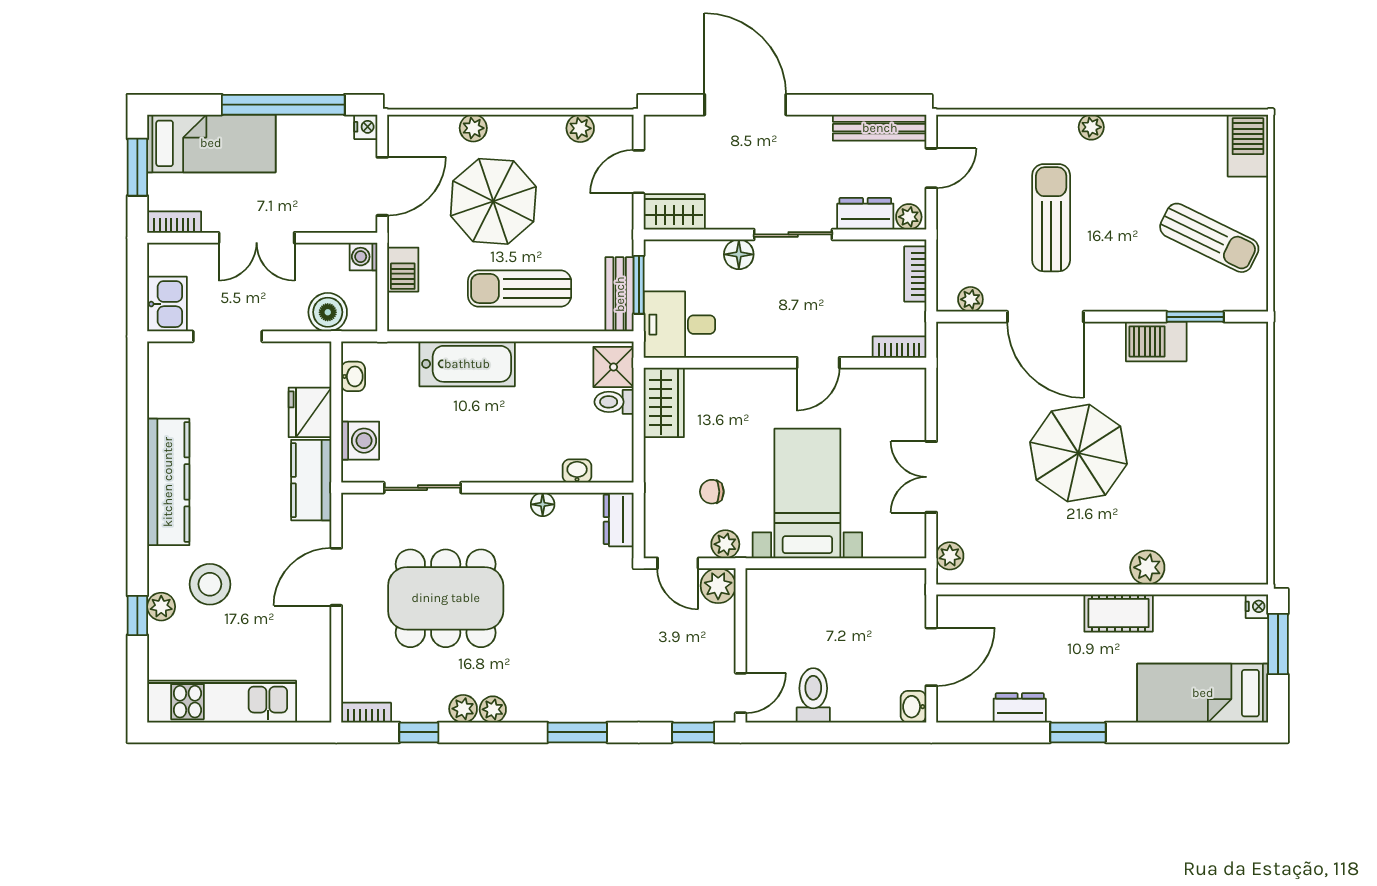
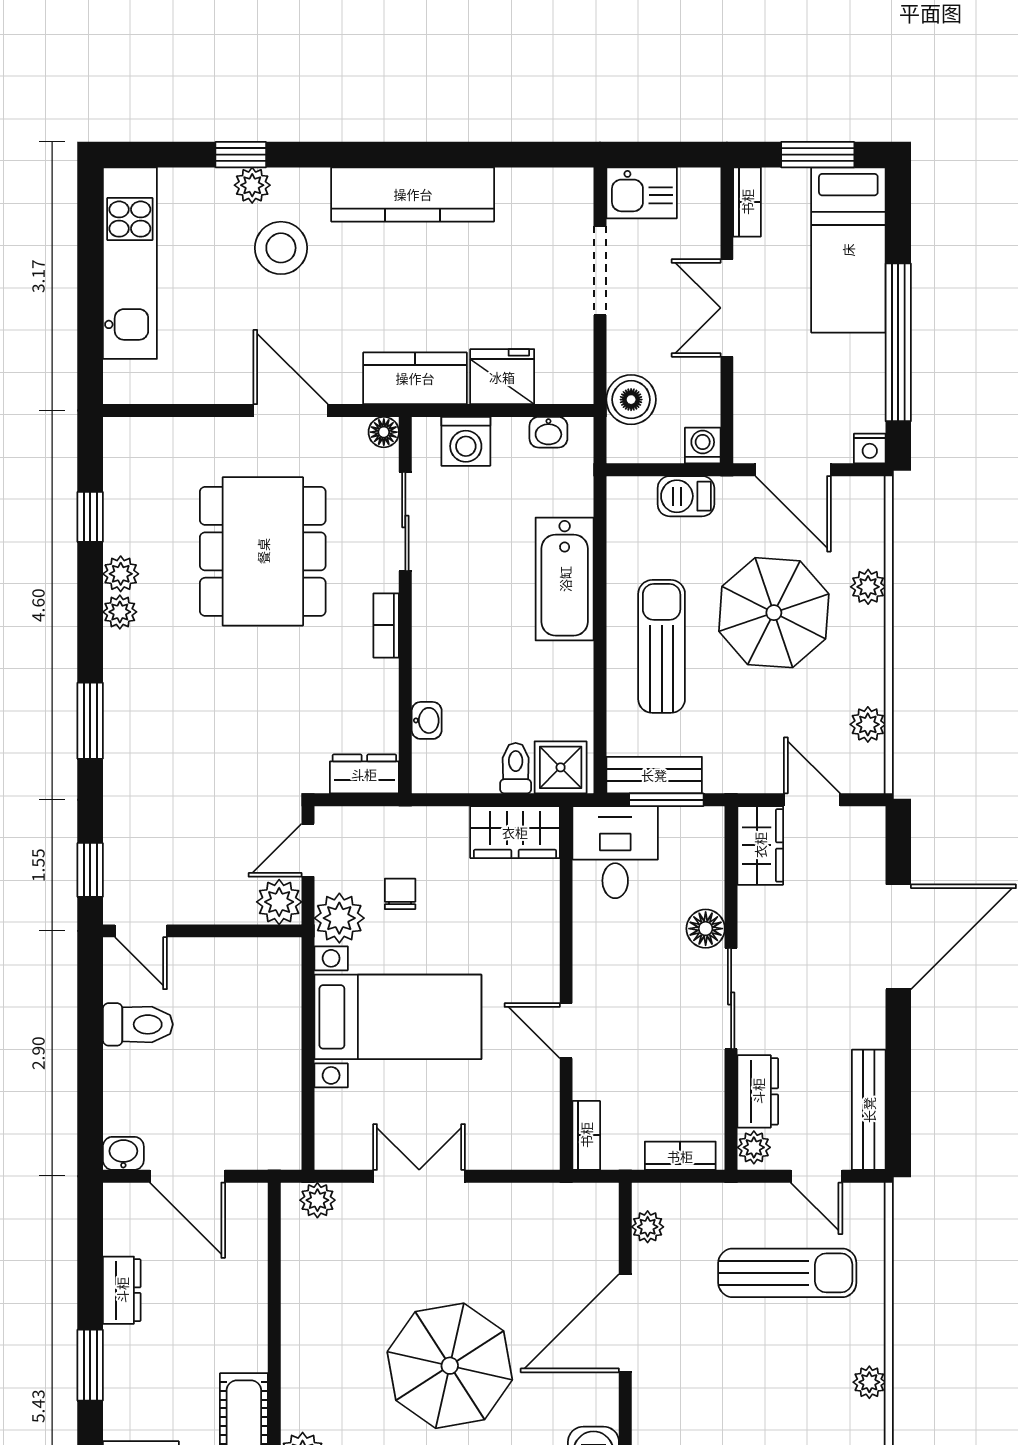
sun lounger: (1051, 218) -> (787, 1273), moved
floor lamp: (543, 504) -> (384, 432), moved
plant: (725, 544) -> (339, 918), width x1.38, depth x1.38
bookcase: (366, 713) -> (386, 625), moved, turned 180

